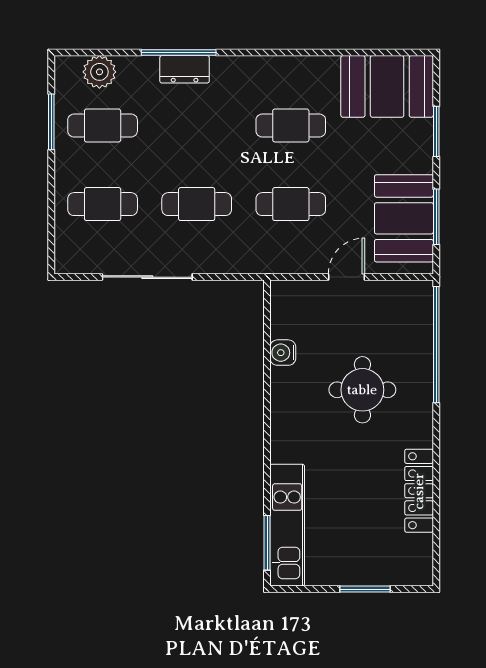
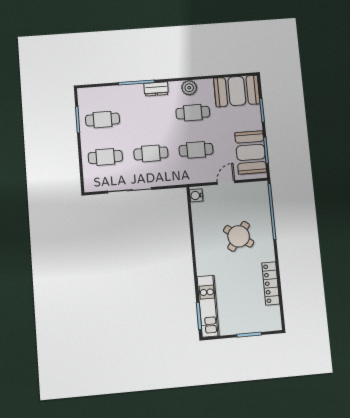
dresser: (185, 69) -> (156, 89), moved
plant: (99, 72) -> (189, 88), moved
water cooler: (283, 353) -> (196, 195), moved
round table: (362, 390) -> (239, 236), turned 36

